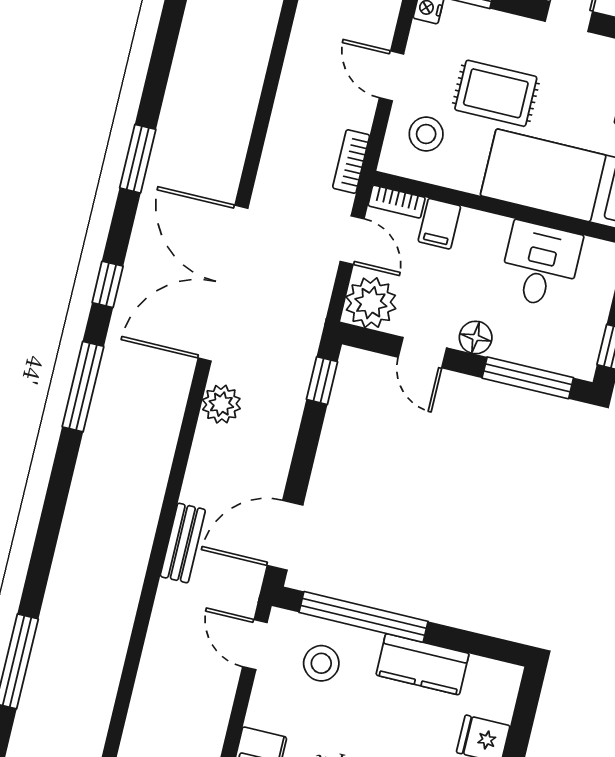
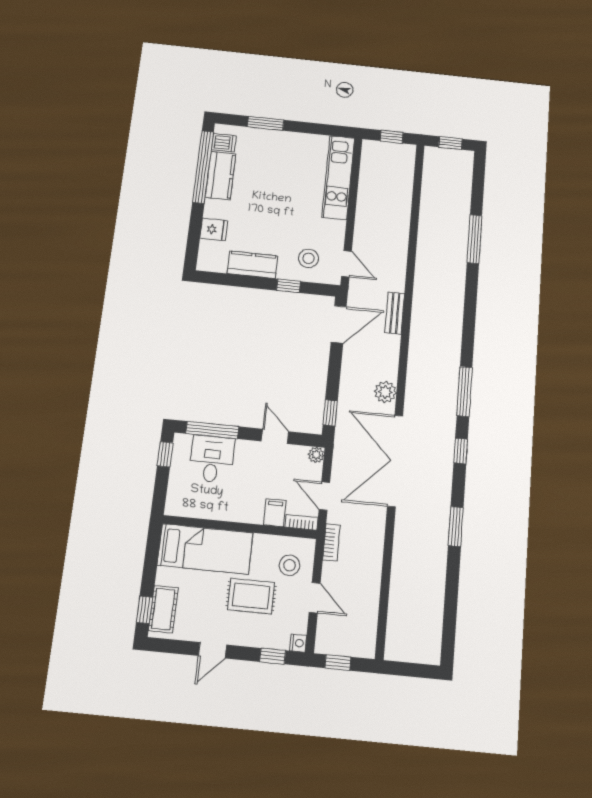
desk: (540, 265) -> (212, 459), moved, turned 180
double door: (223, 283) -> (395, 461), swing flipped
plant: (371, 303) -> (316, 455), width x0.53, depth x0.53
floor lamp: (476, 337) -> (245, 449), removed
window: (364, 617) -> (289, 286), width x0.32

